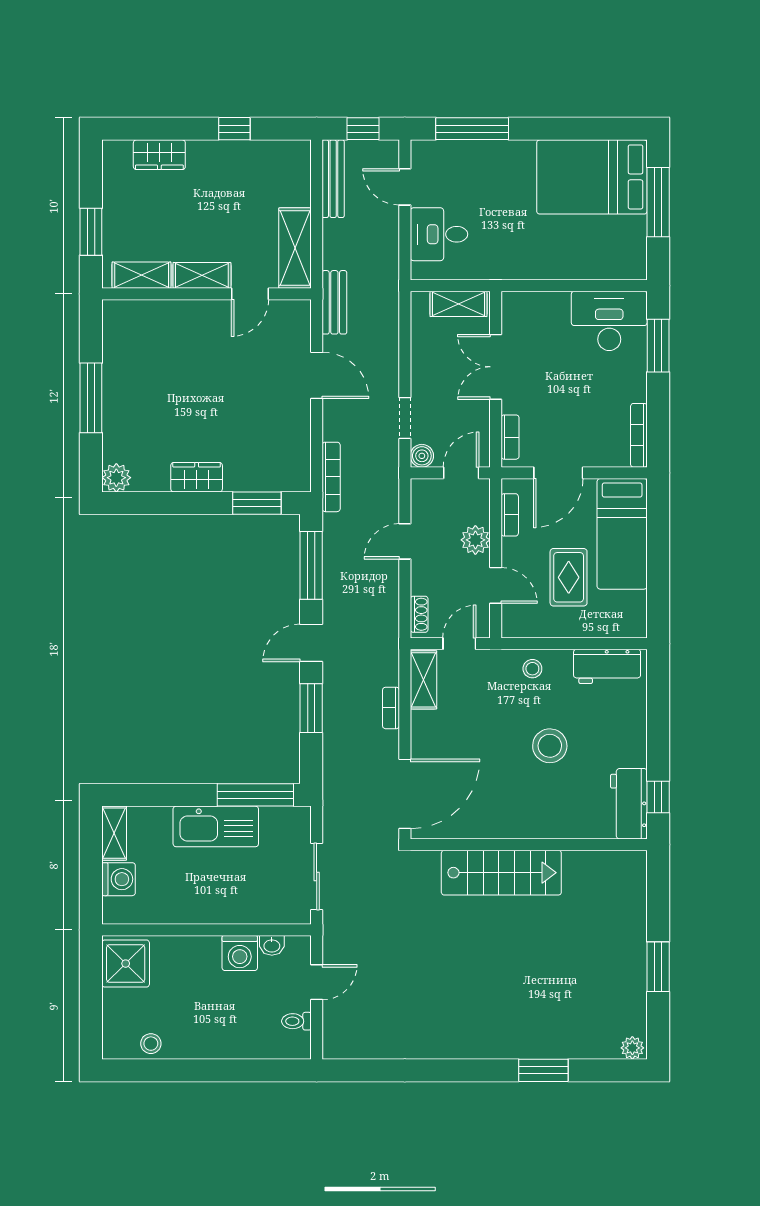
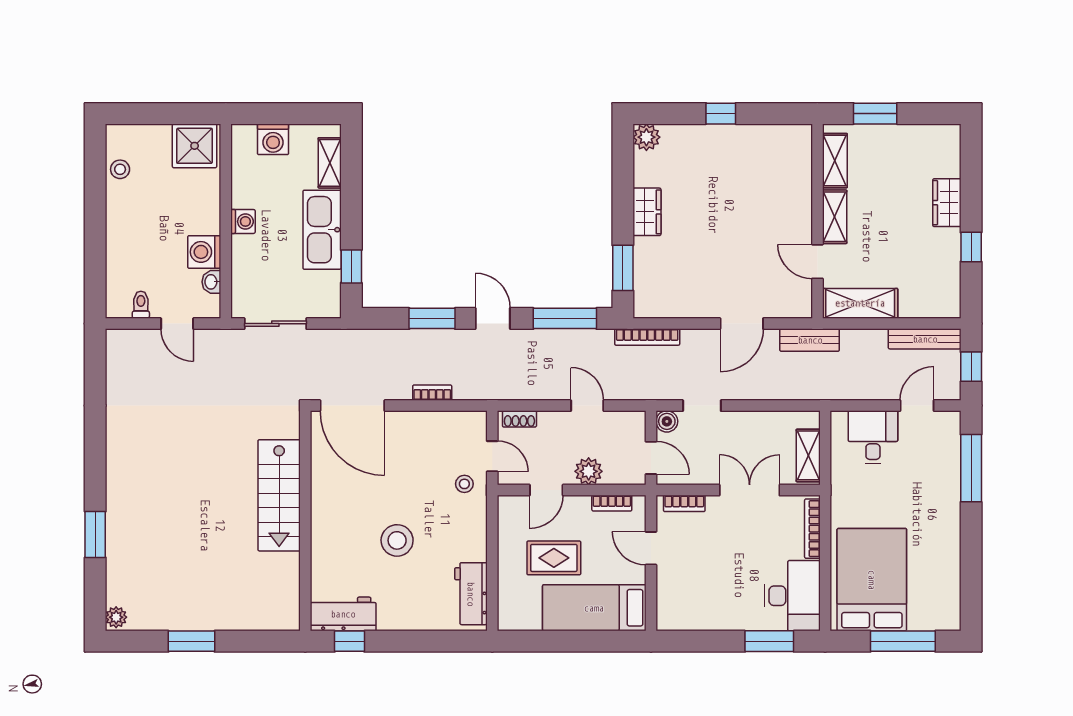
wardrobe: (159, 155) -> (947, 203), moved
bed: (592, 177) -> (872, 580), moved
window: (91, 398) -> (721, 114), width x0.46
bookcase: (639, 435) -> (812, 529), moved, turned -90
door: (558, 473) -> (651, 548), width x0.73
stool: (532, 669) -> (464, 484), moved
shelving: (423, 680) -> (458, 423), removed
window: (255, 795) -> (351, 266), width x0.46
shelving: (114, 833) -> (330, 163), moved, turned 90
washing machine: (207, 911) -> (243, 221), added

